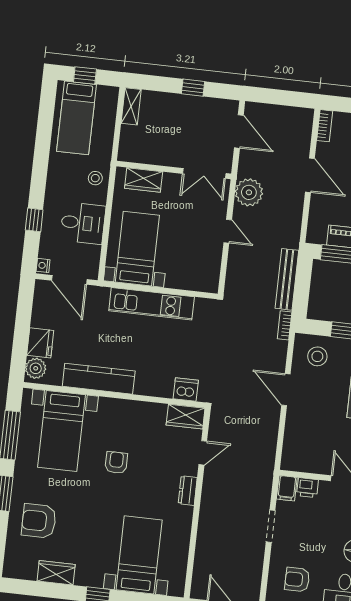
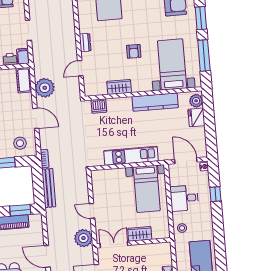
wardrobe: (144, 180) -> (140, 234), moved
wardrobe: (186, 417) -> (119, 87), moved
plant: (263, 434) -> (45, 88), added
cot: (293, 451) -> (24, 80), added

